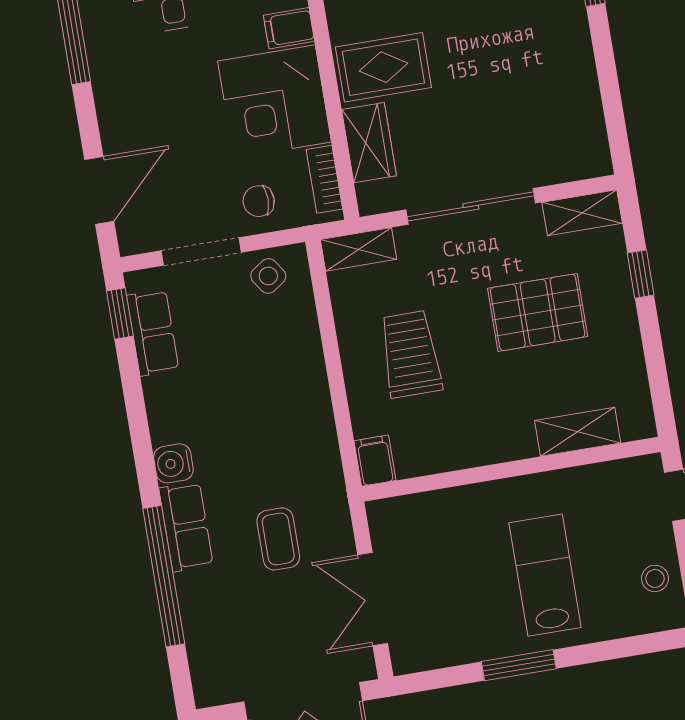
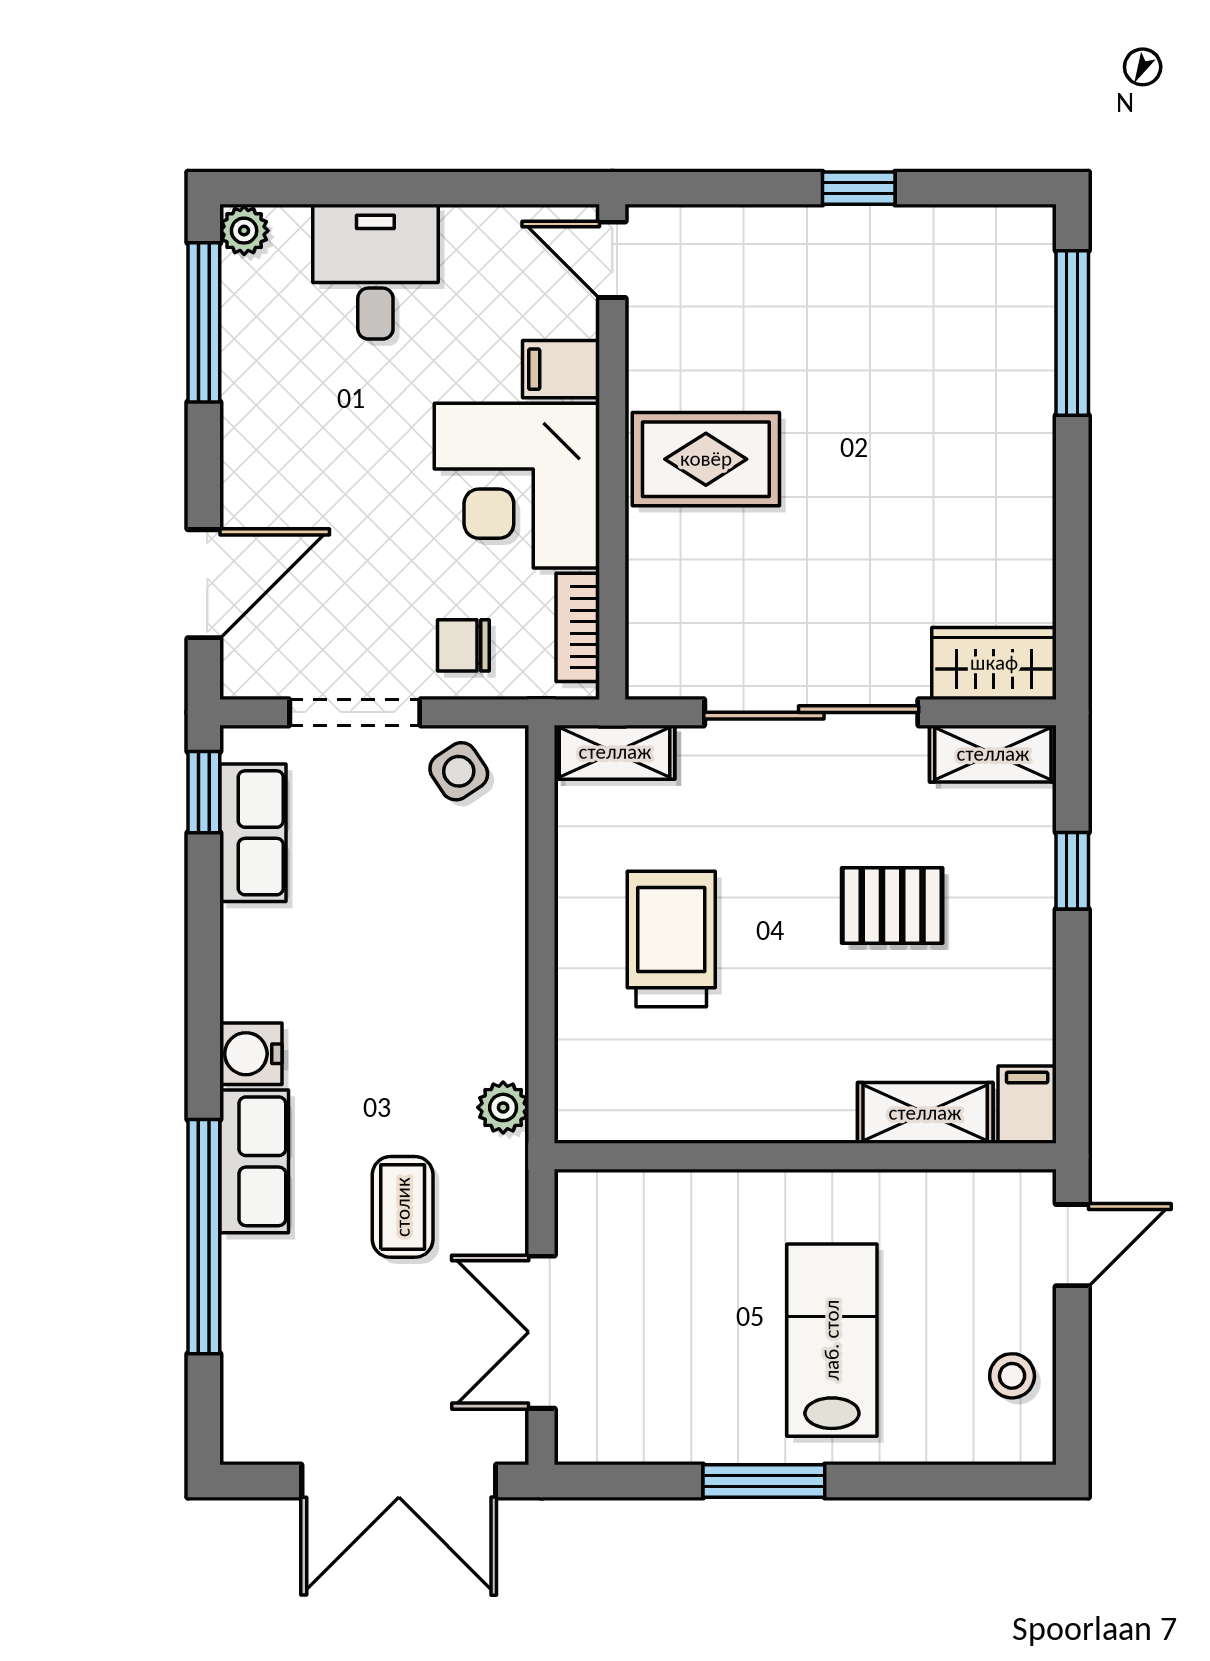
wardrobe: (369, 143) -> (994, 663), moved, turned -90
pallet: (538, 312) -> (892, 906), width x0.67, depth x0.71
filing cabinet: (375, 461) -> (1027, 1105), moved
plant: (328, 470) -> (503, 1107), added

